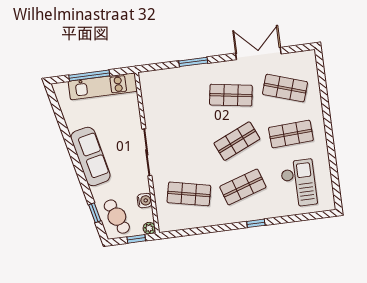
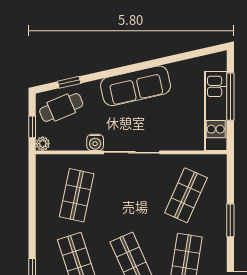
shop shelf: (177, 102) -> (186, 195), added
water cooler: (145, 201) -> (95, 142), moved

